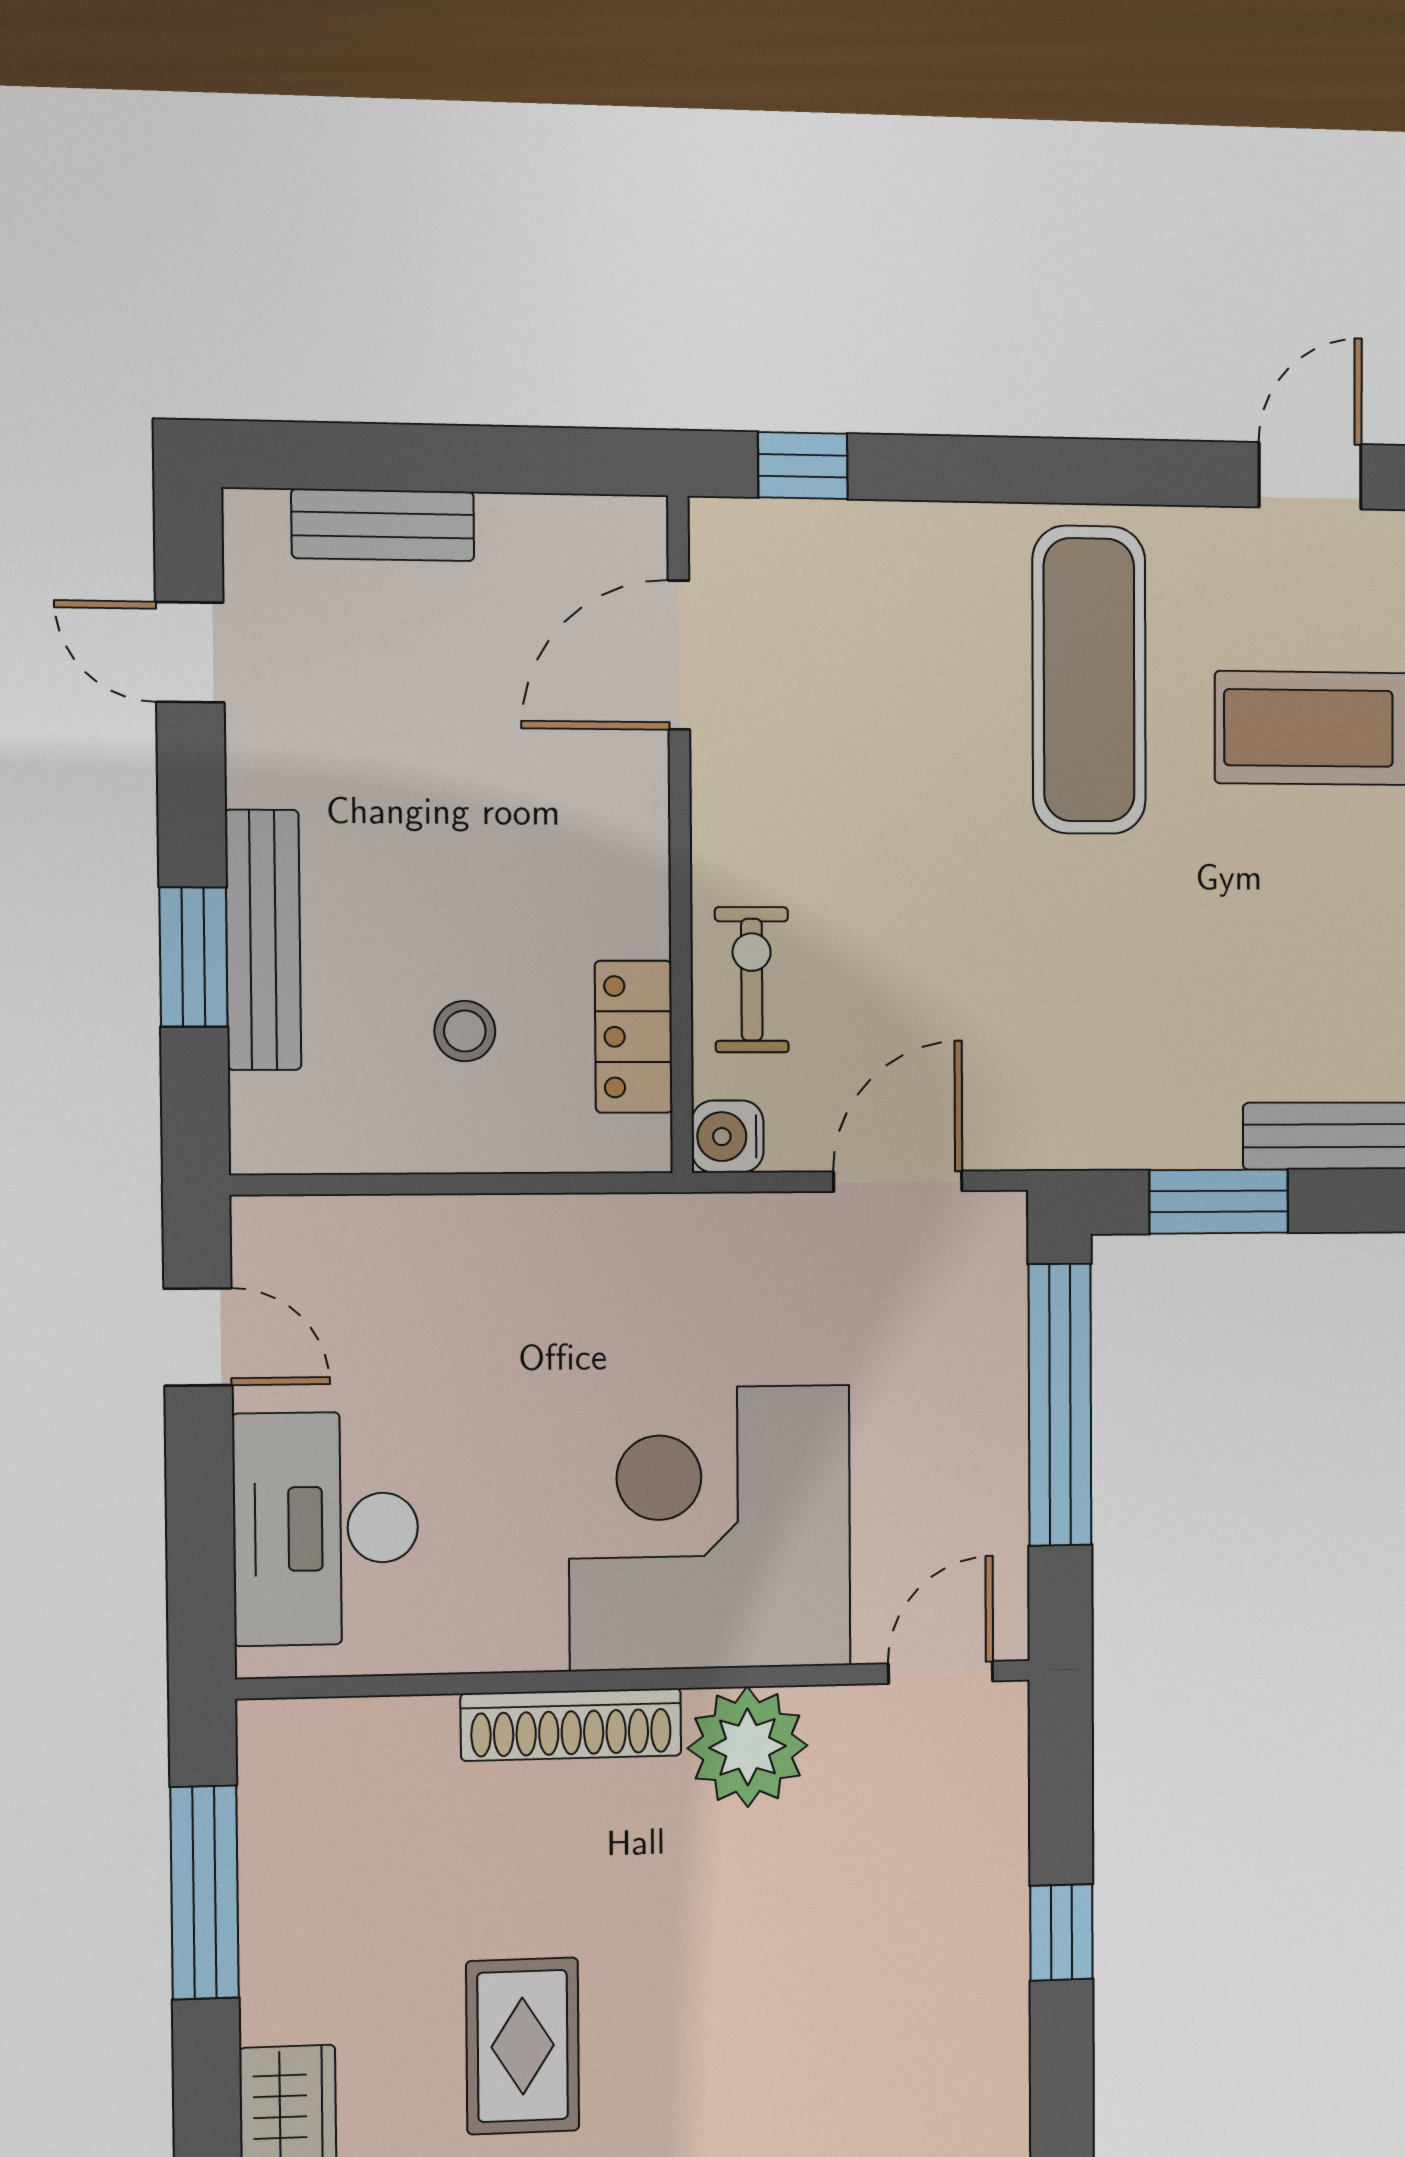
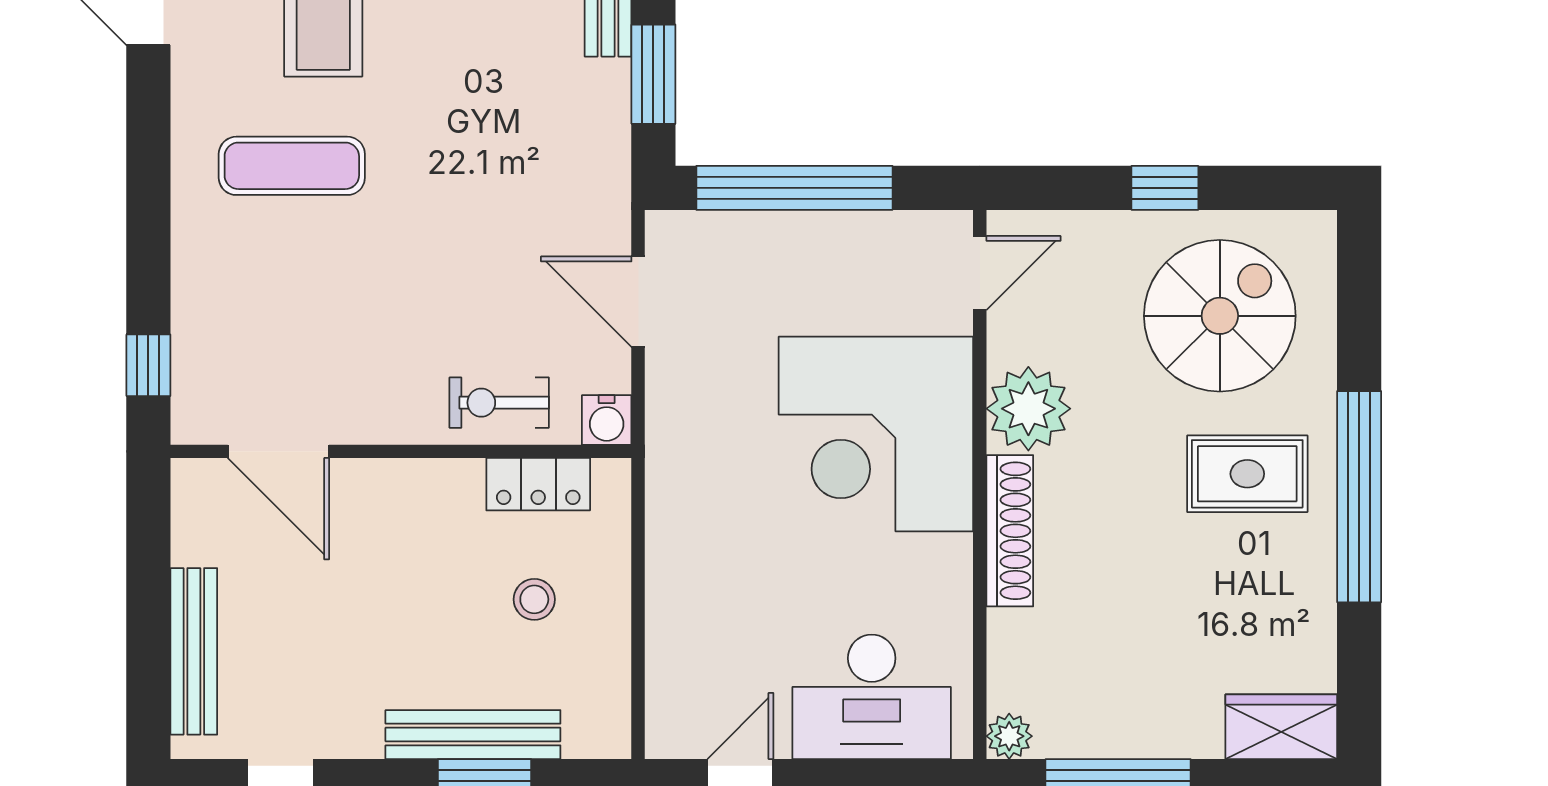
bench: (383, 525) -> (194, 651), width x1.36
exercise mat: (1089, 680) -> (292, 166), width x0.73, depth x0.69
door: (941, 1672) -> (980, 273), swing flipped
plant: (269, 1731) -> (1009, 736), added
spiral stairs: (882, 2017) -> (1220, 316), added
rug: (523, 2046) -> (1247, 474), moved

